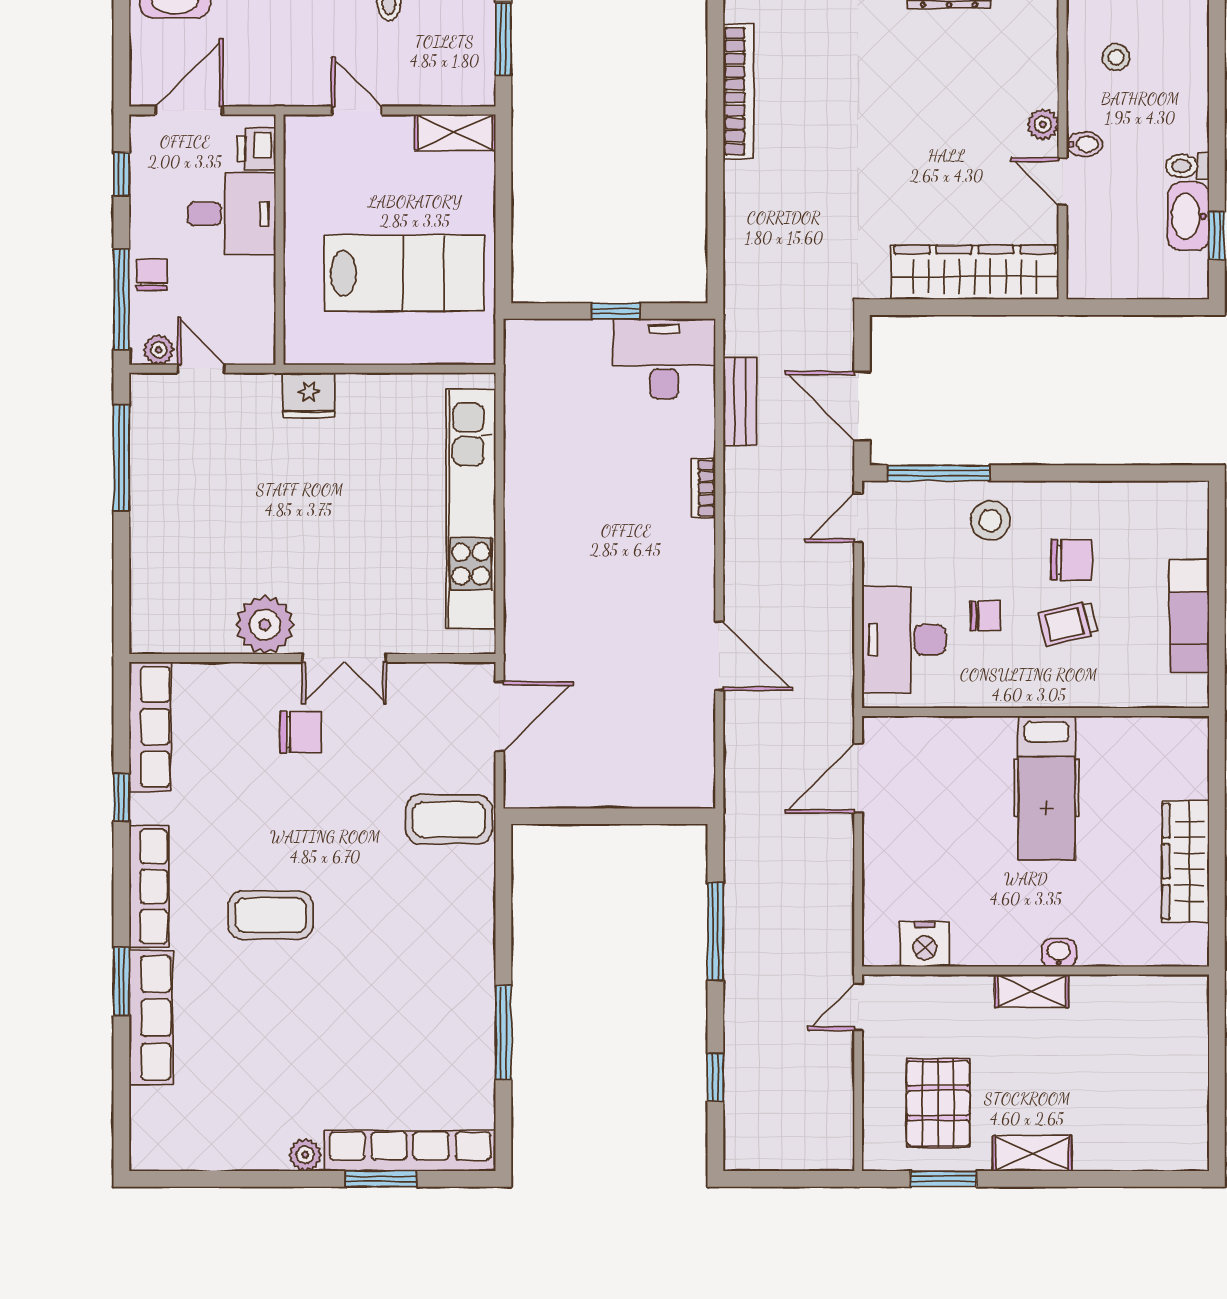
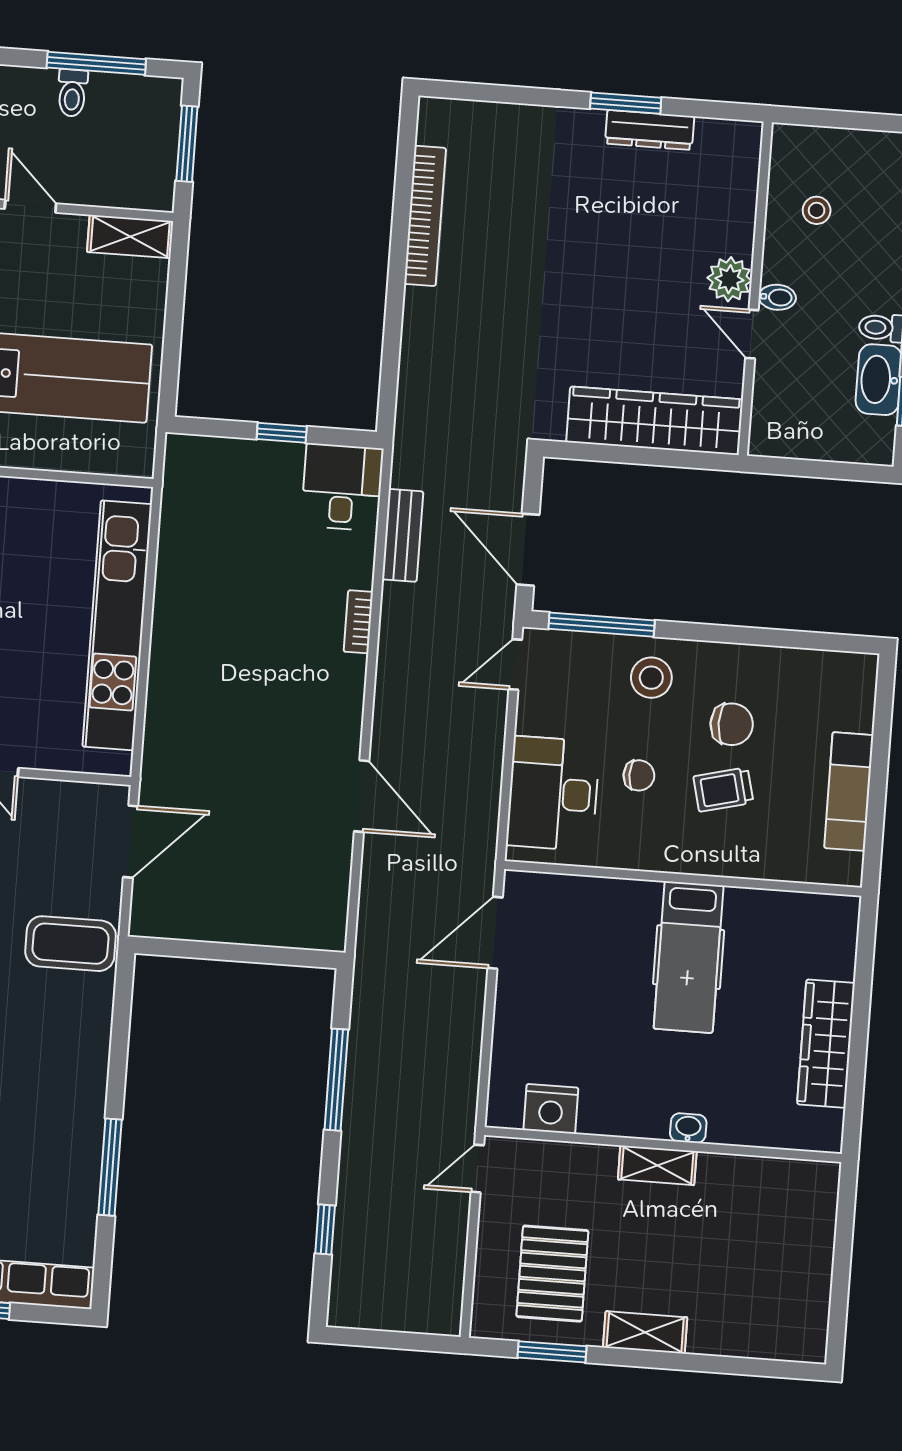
plant: (1043, 124) -> (730, 279), width x1.38, depth x1.38
desk: (664, 359) -> (342, 487), width x0.73

